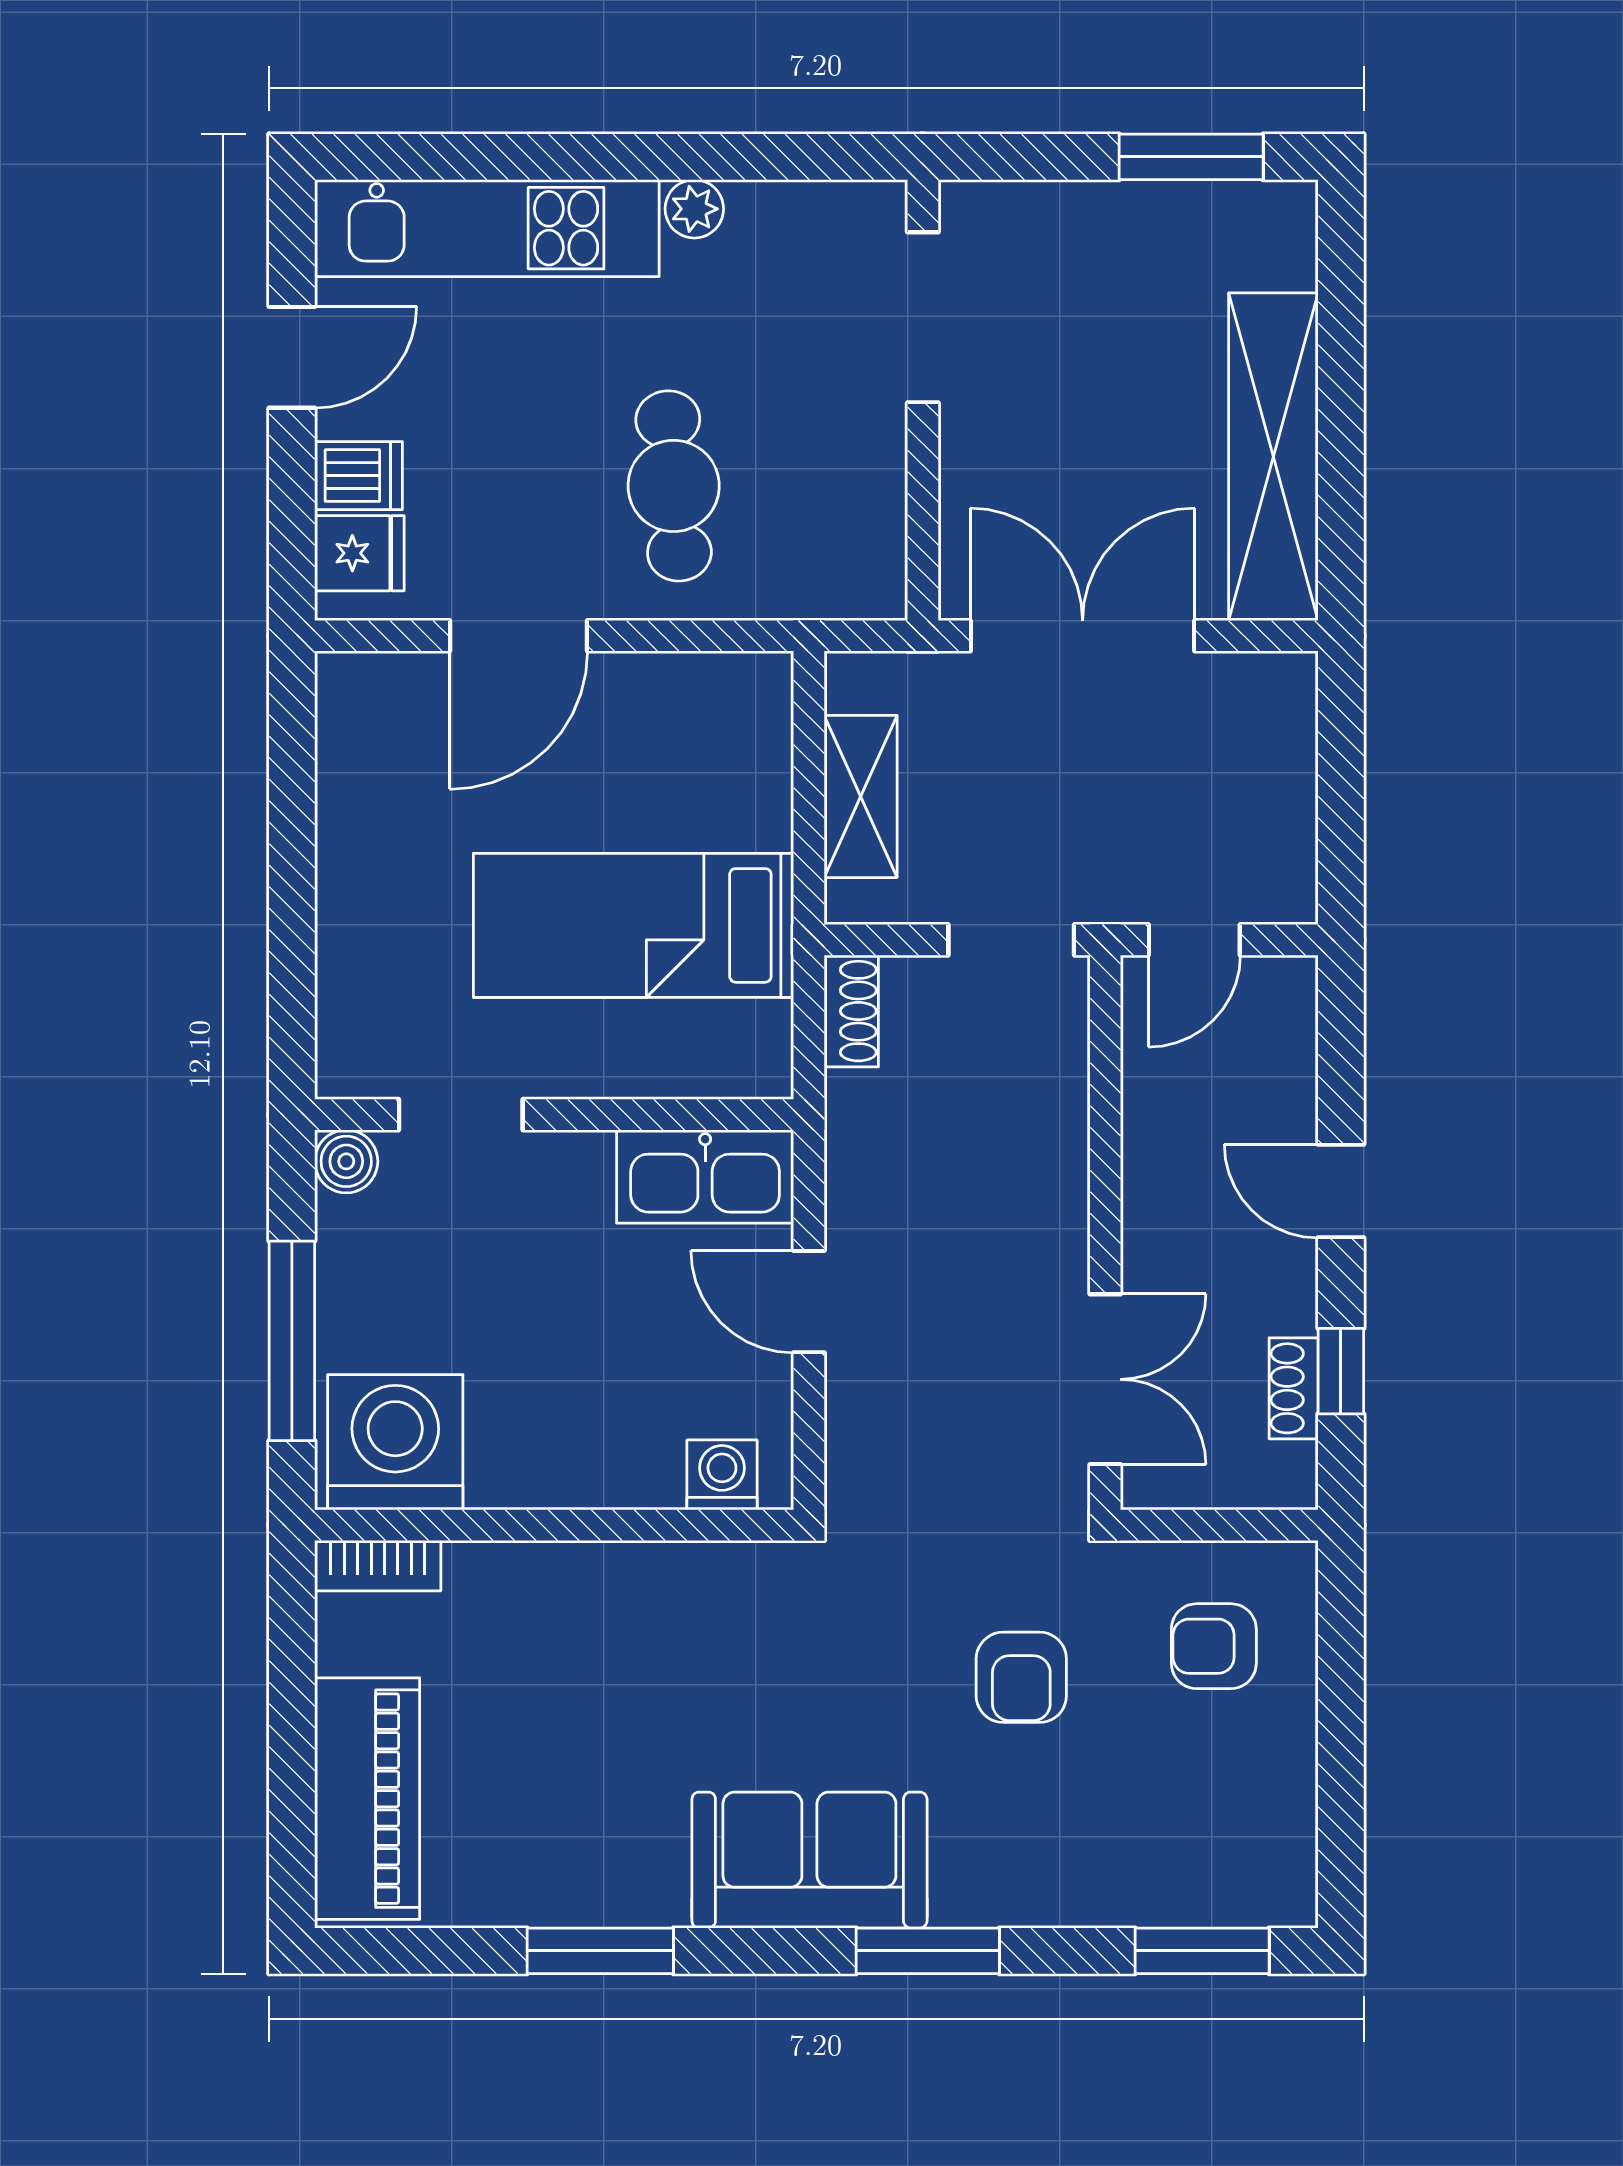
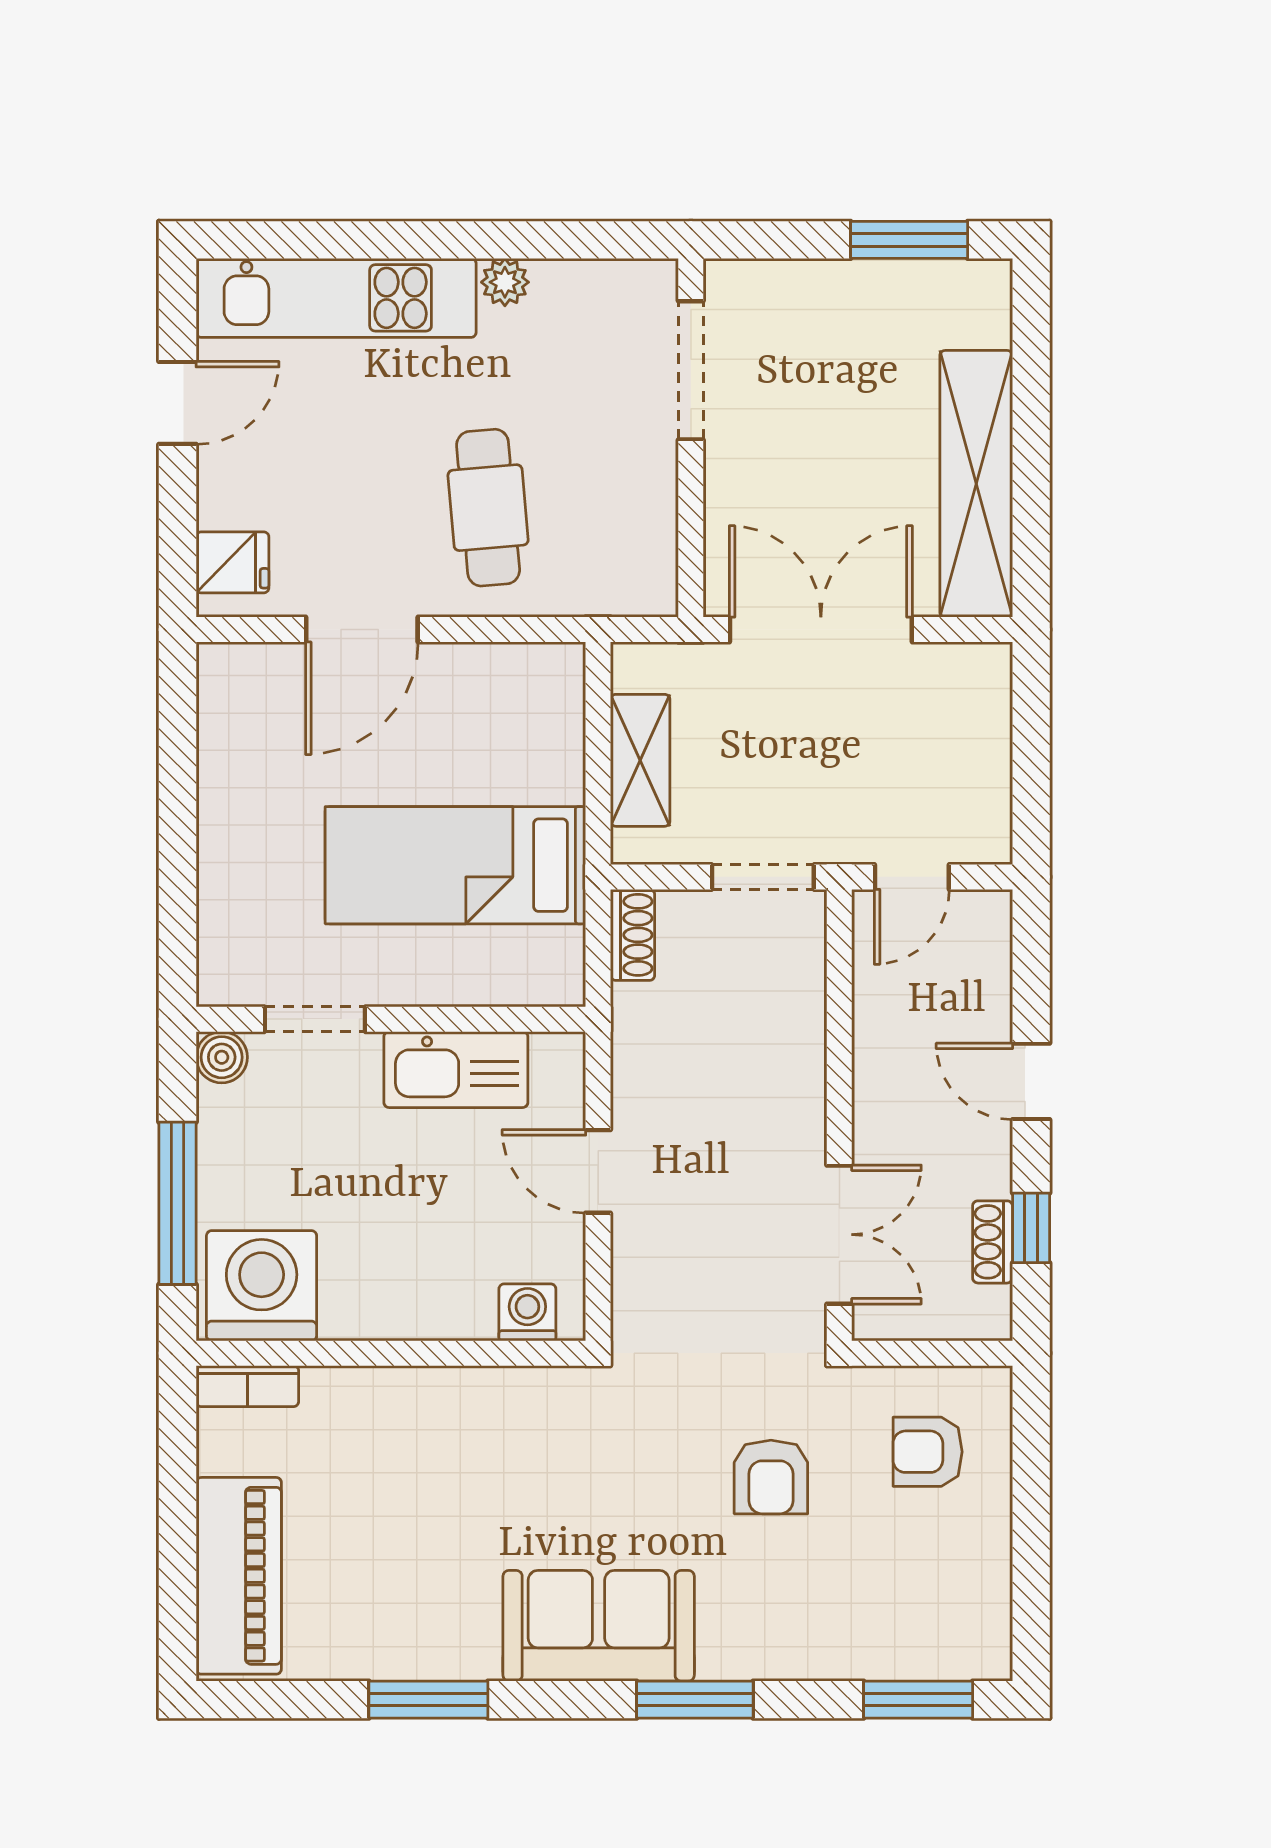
dishwasher: (359, 476) -> (232, 499), removed
kitchen sink: (705, 1177) -> (456, 1070), moved

